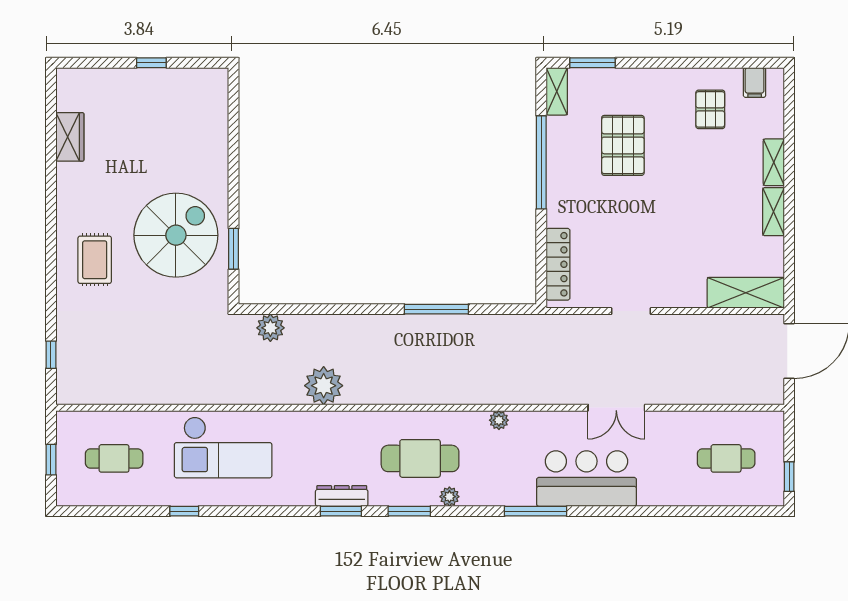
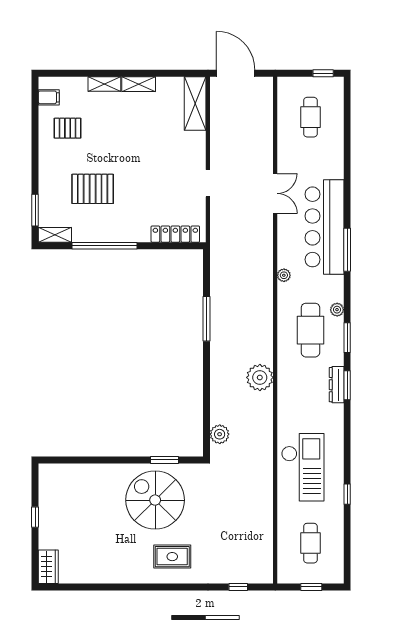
wardrobe: (70, 137) -> (48, 567), moved, turned 90
plant: (324, 386) -> (260, 377), moved
bar counter: (586, 479) -> (324, 227), width x1.36

